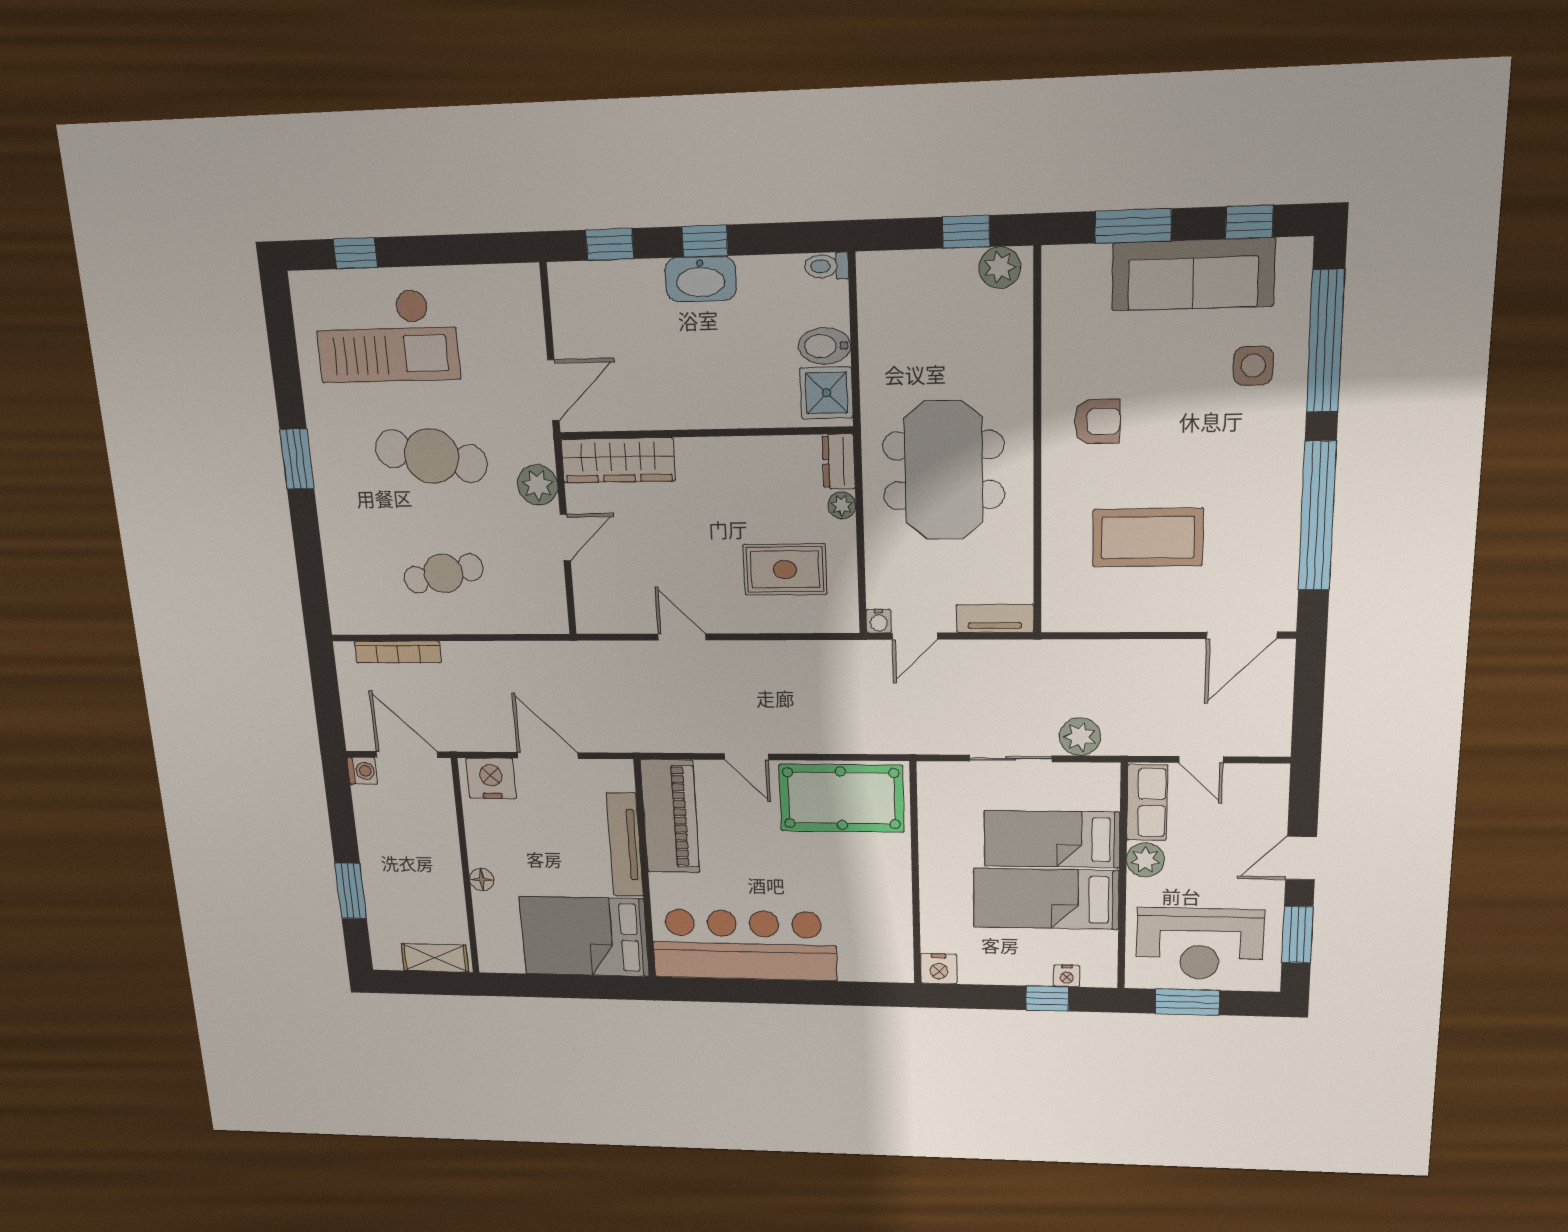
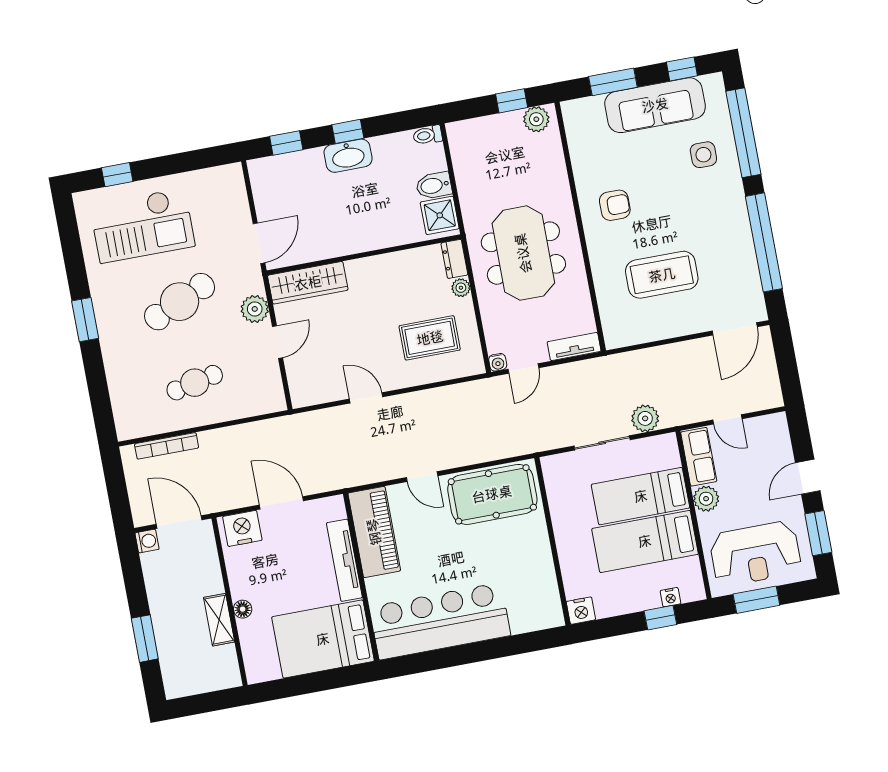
cafe table: (431, 456) -> (180, 302), turned -36
shelving: (435, 958) -> (219, 620), moved, turned 90

